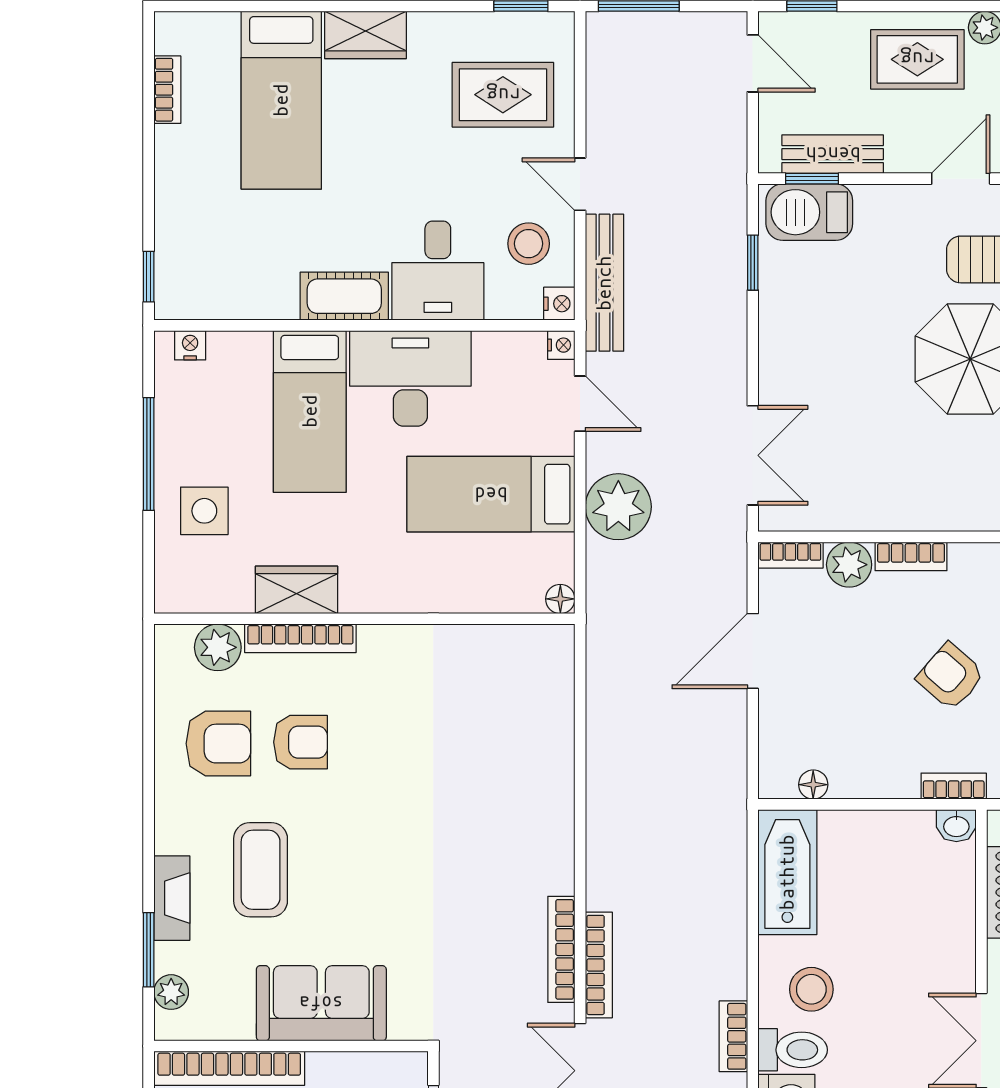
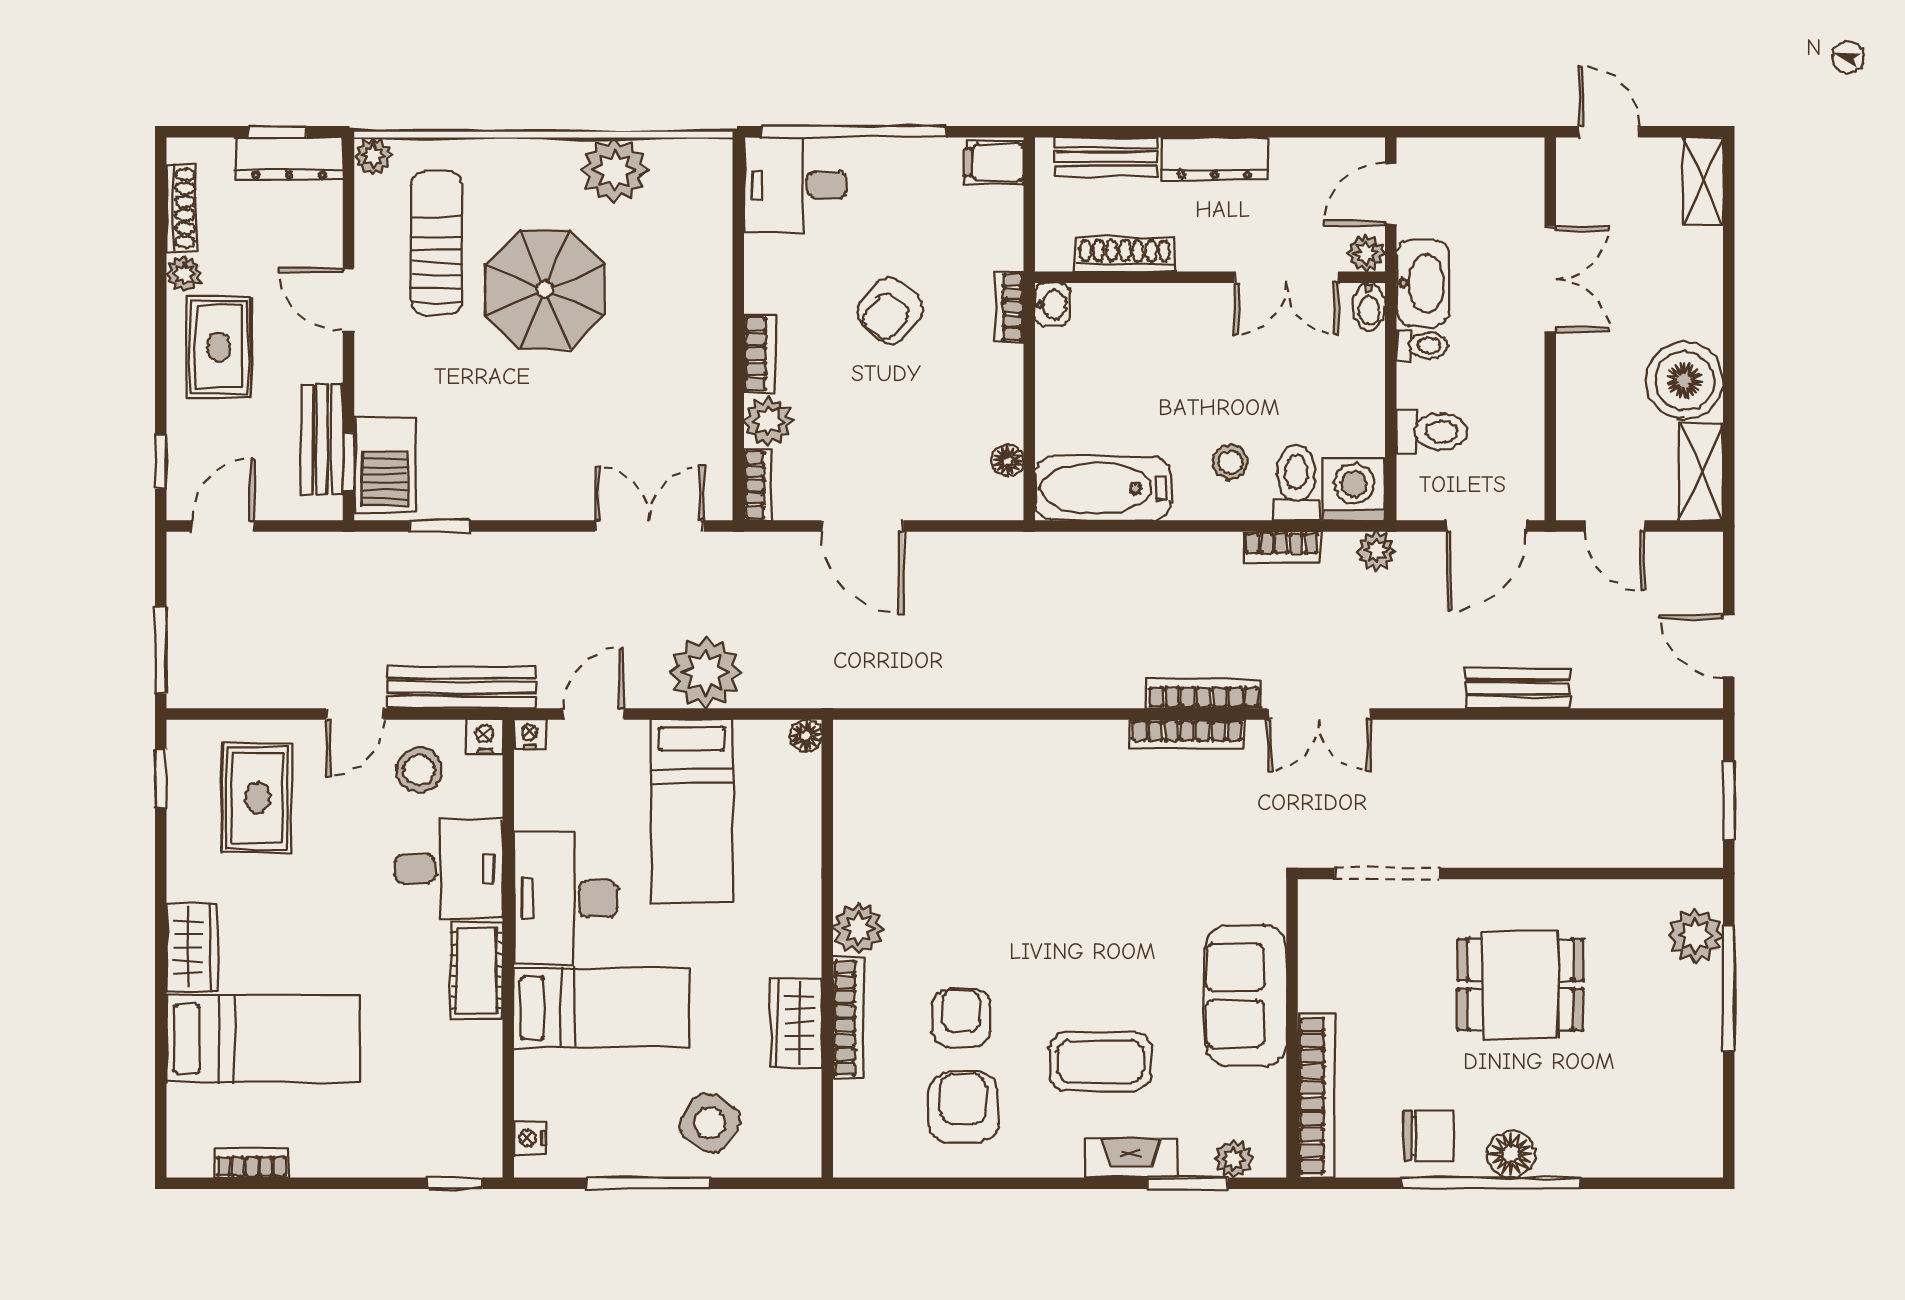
side table: (204, 511) -> (710, 1123), turned 34
plant: (218, 647) -> (858, 928), moved
stool: (811, 989) -> (1230, 462), width x0.73, depth x0.73

